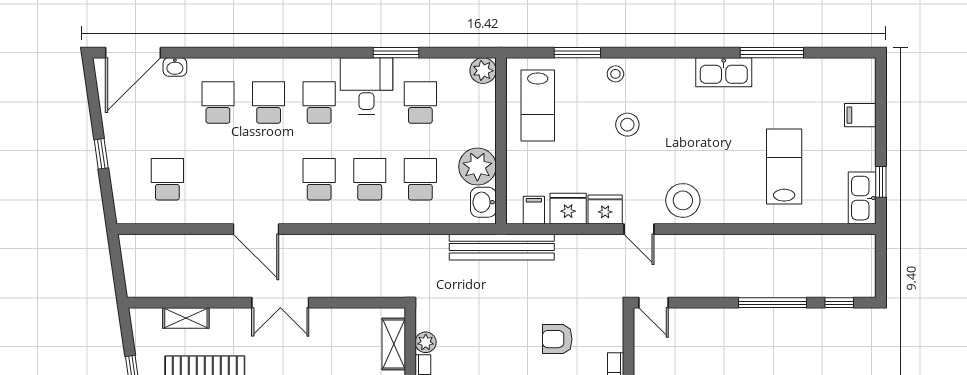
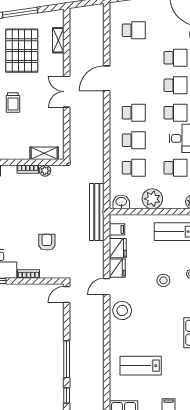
plant: (477, 167) -> (152, 199), moved
lab bench: (784, 167) -> (141, 366), turned 180

